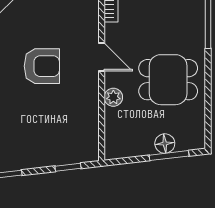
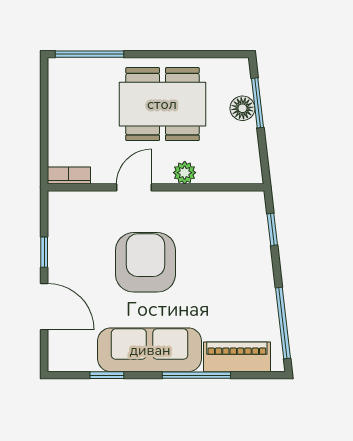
armchair: (42, 66) -> (145, 262), width x1.36, depth x1.36
dining table: (168, 80) -> (162, 104), width x1.38

